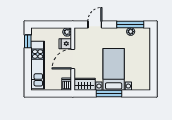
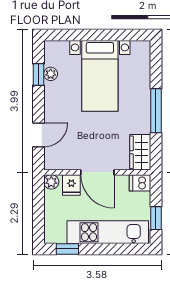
door: (95, 24) -> (39, 135), swing flipped
window: (130, 24) -> (39, 75), width x0.46
bed with nightstands: (114, 69) -> (100, 76), moved, turned -90
window: (46, 93) -> (156, 218), added

